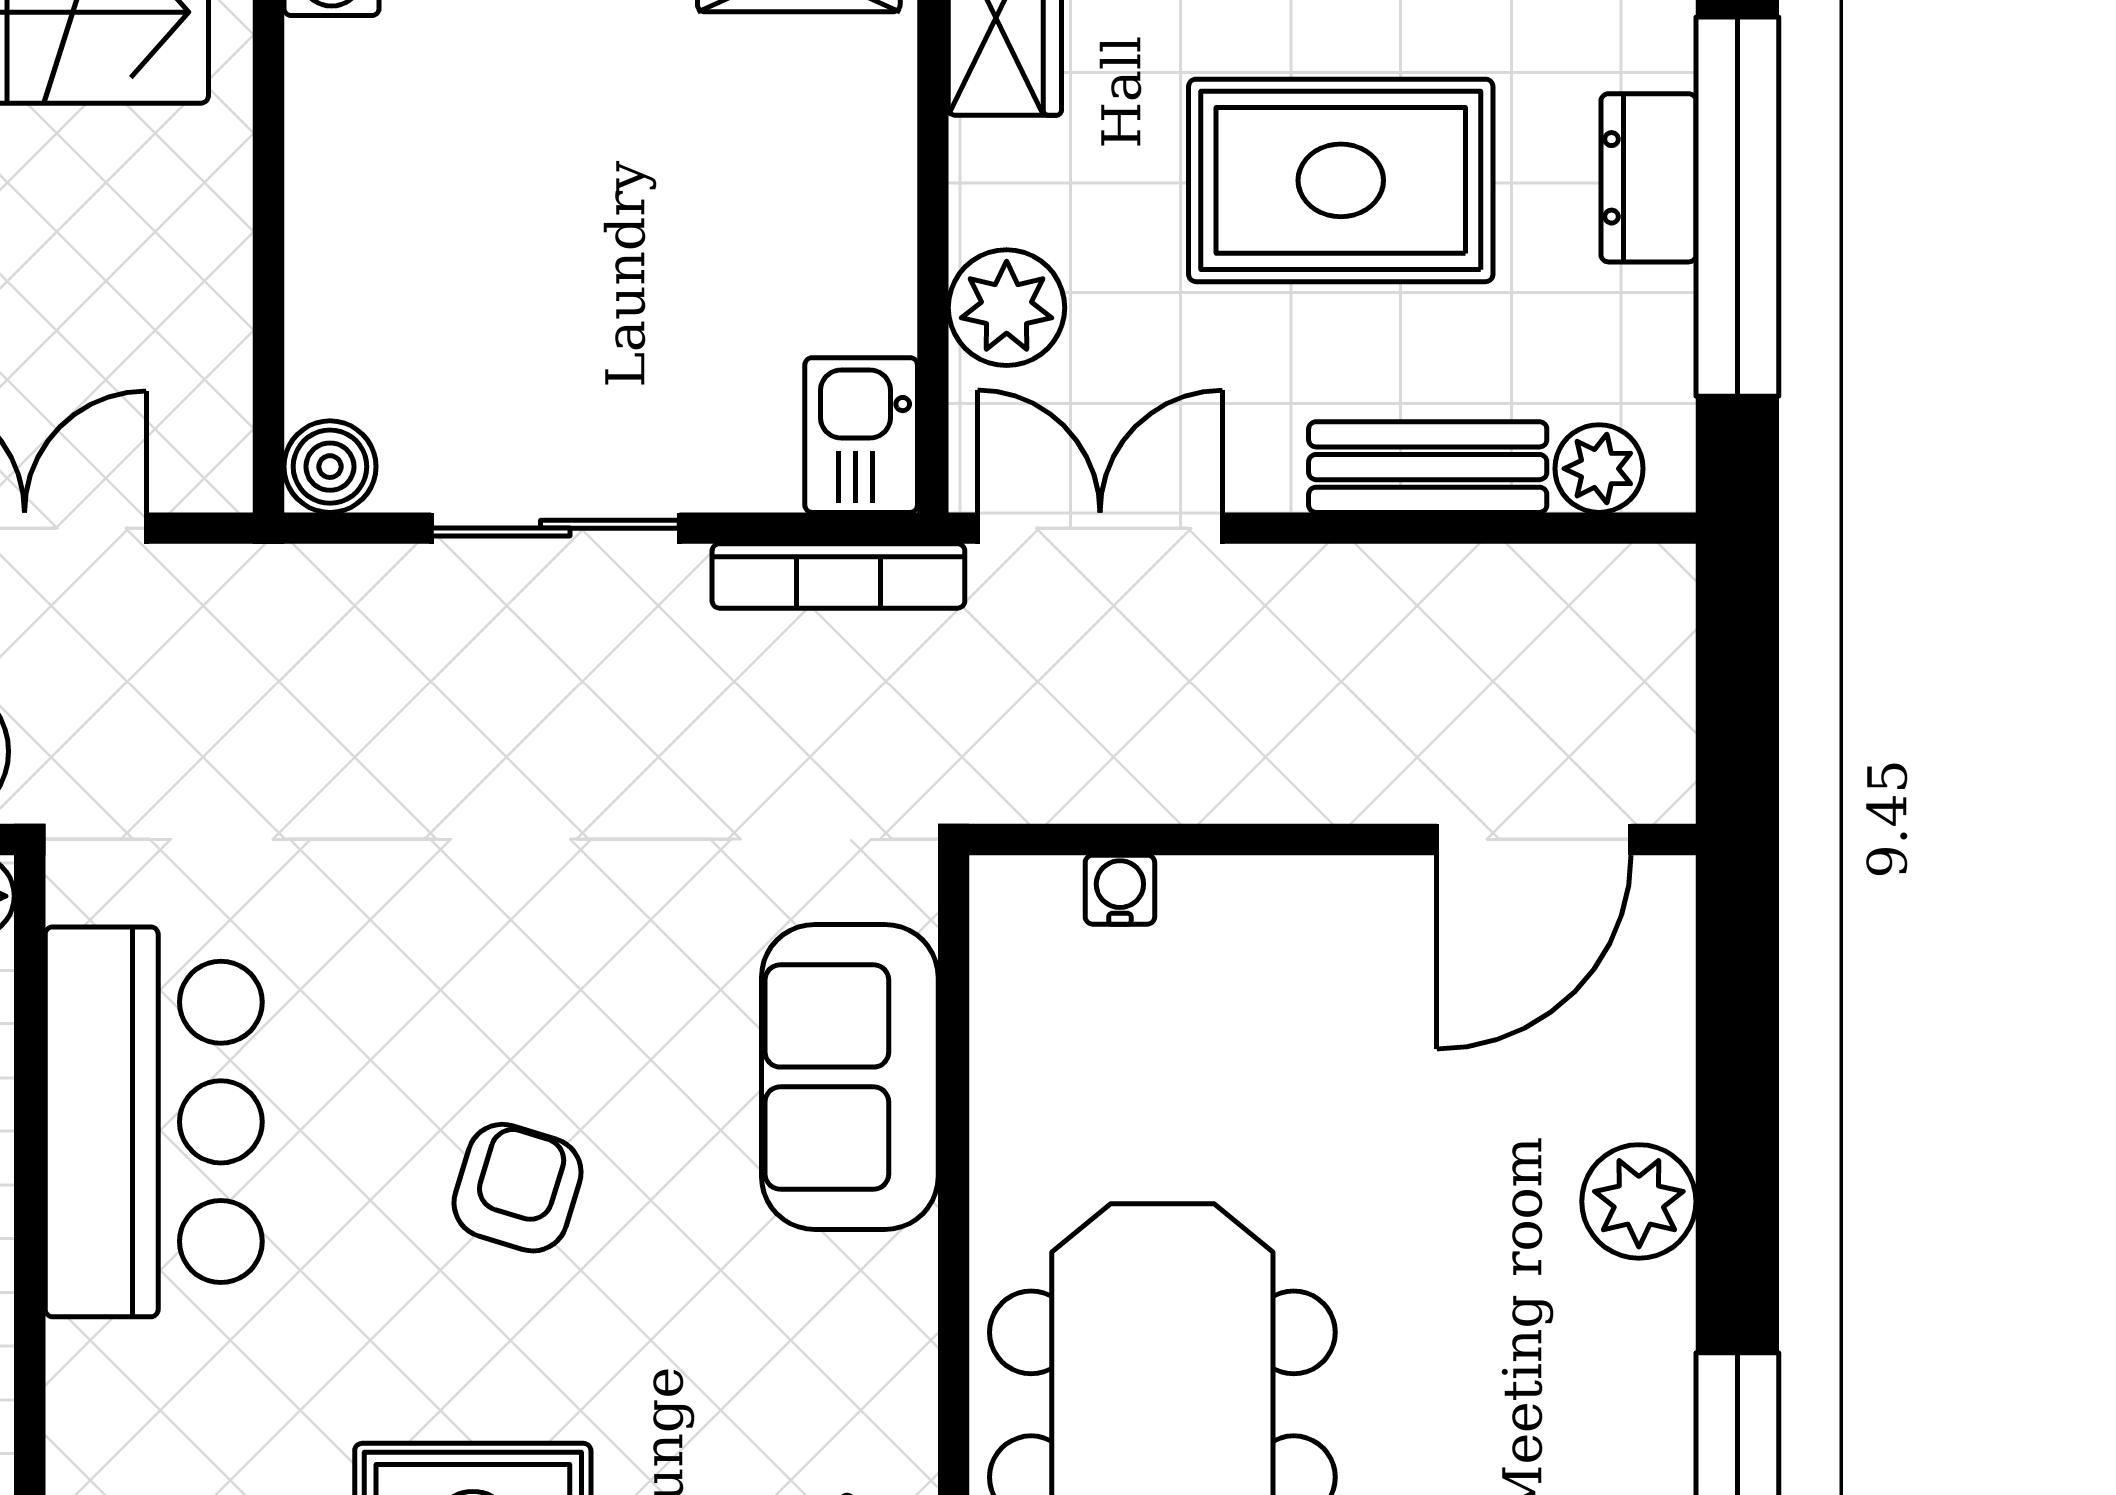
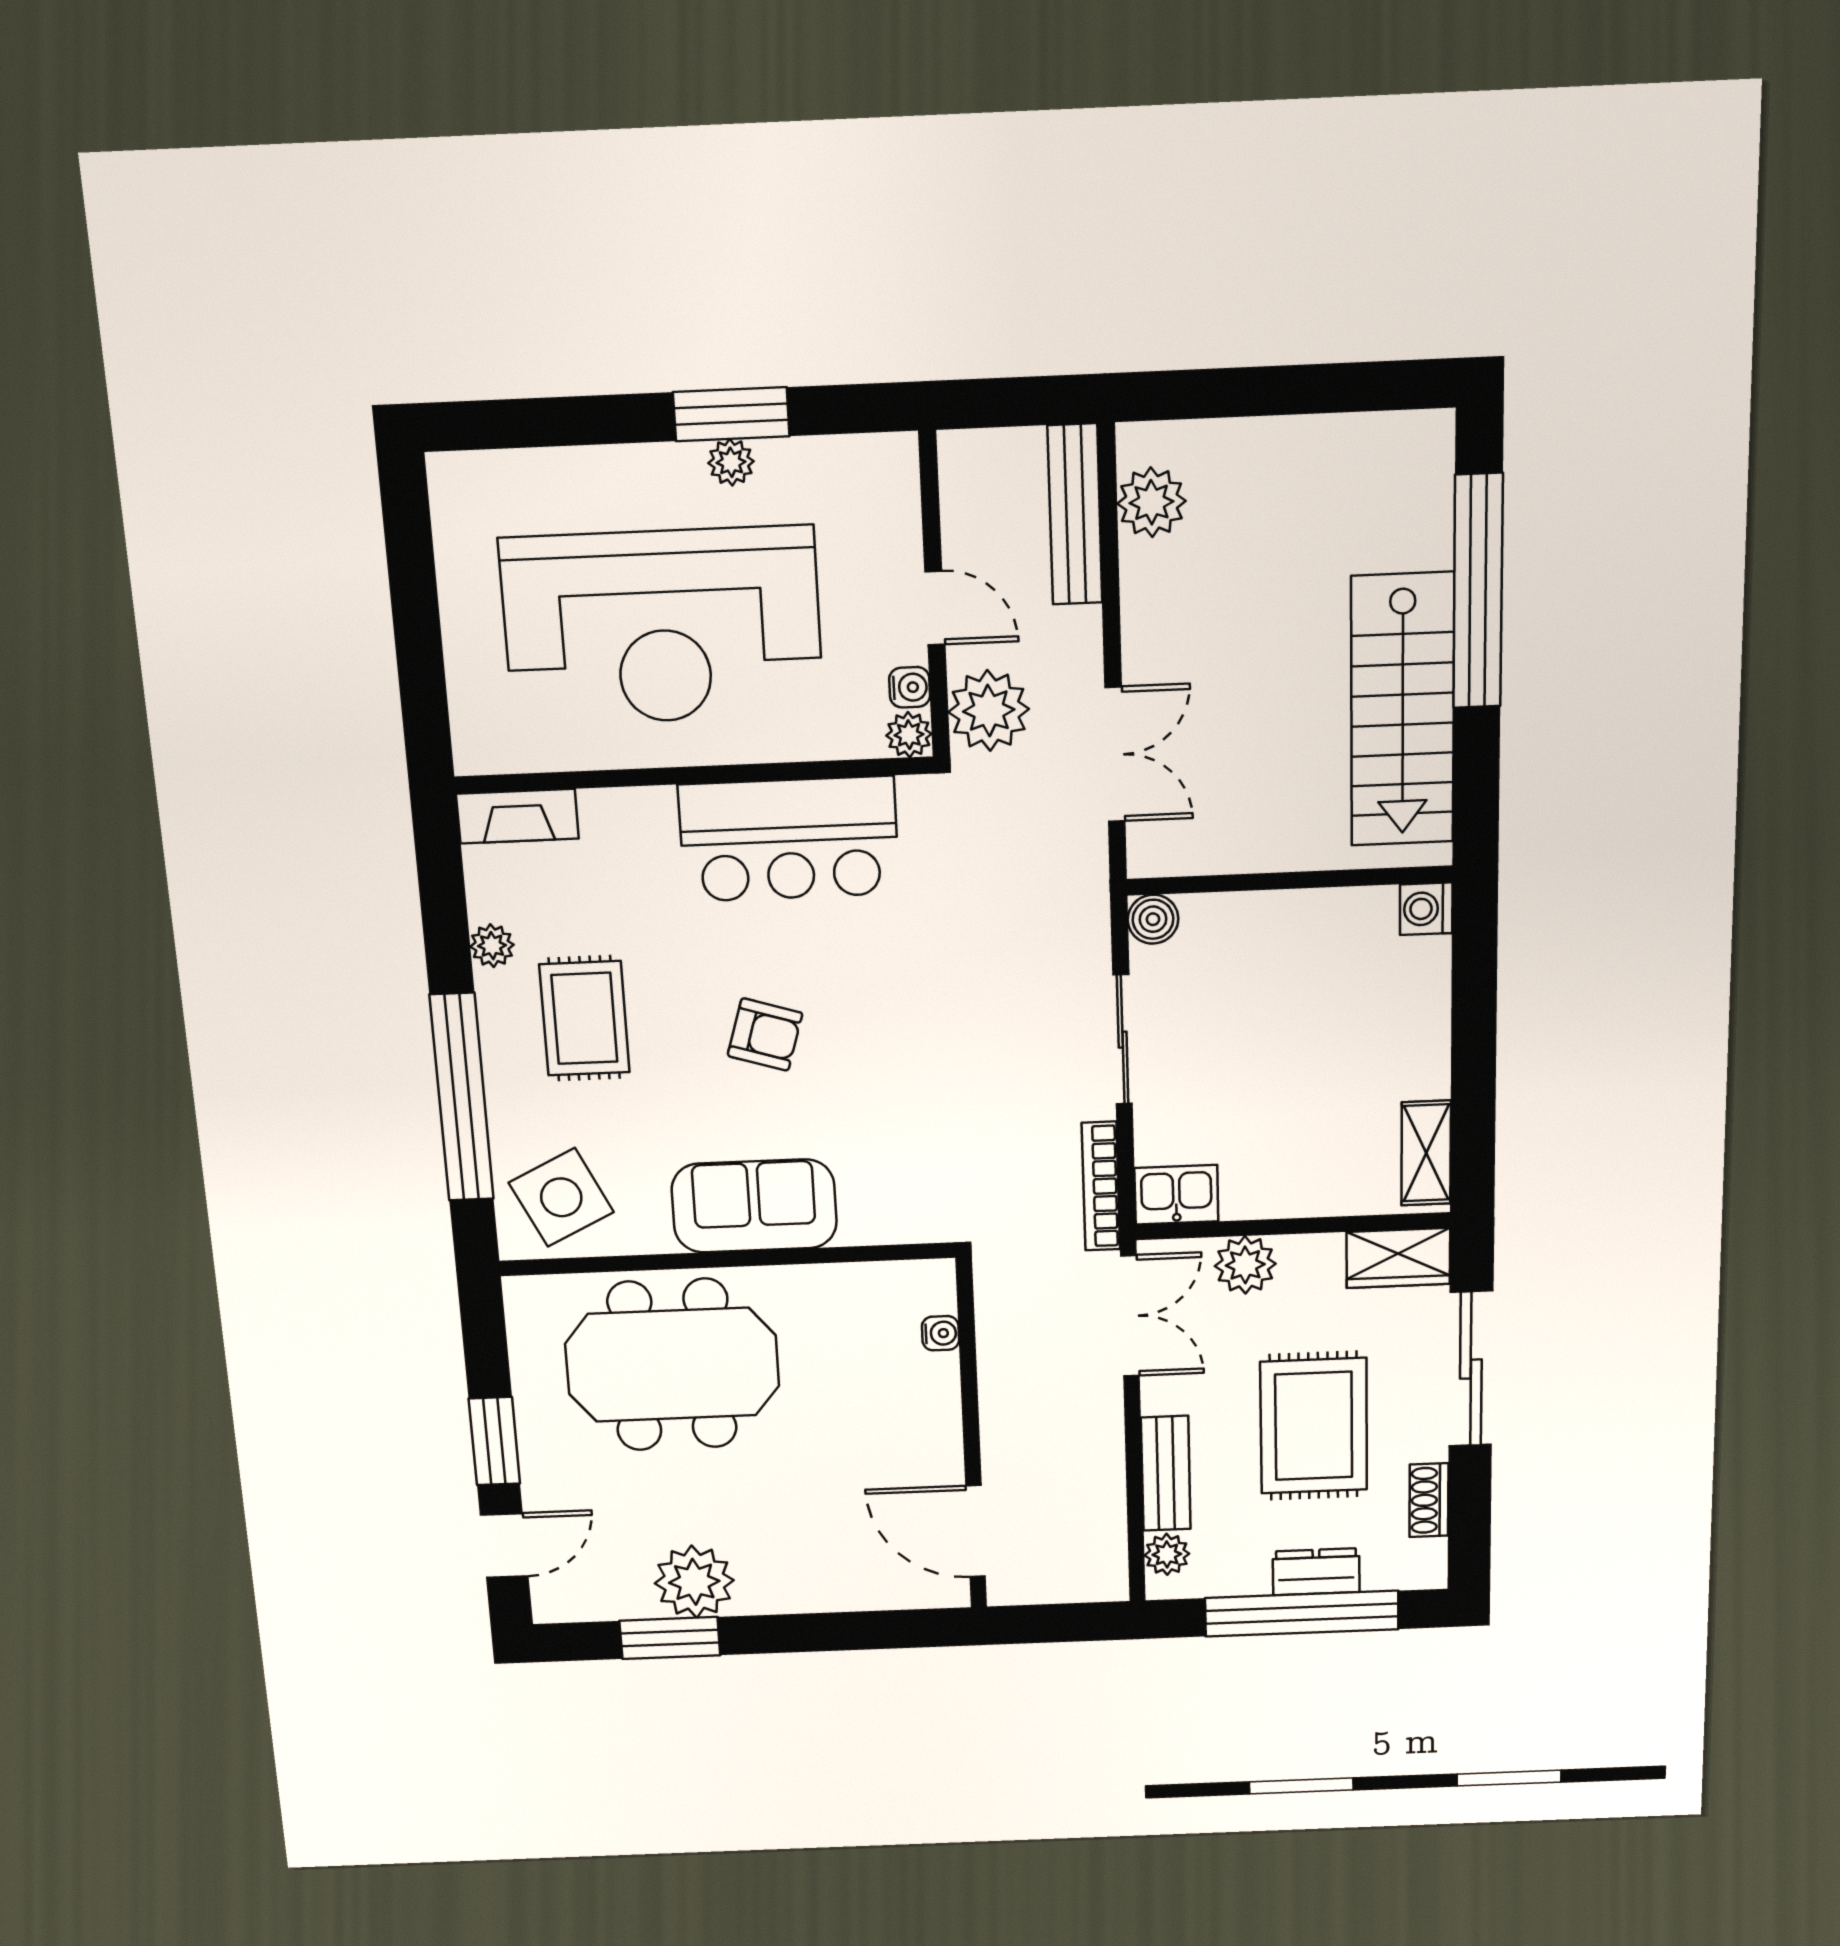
sofa: (850, 1077) -> (754, 1206), moved
plant: (1639, 1201) -> (694, 1582), moved, width x1.36, depth x1.36

